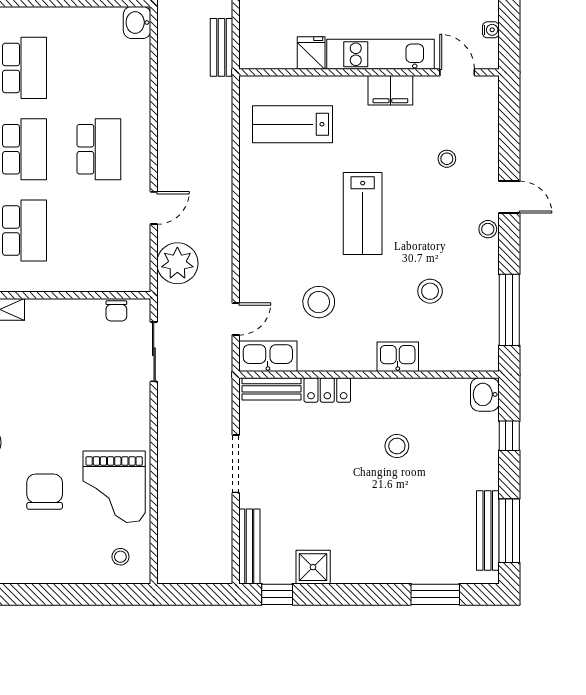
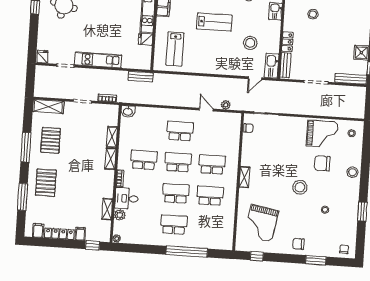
plant: (177, 263) -> (226, 105), width x0.53, depth x0.53
door: (236, 319) -> (255, 78), swing flipped
stool: (28, 565) -> (352, 172), added

